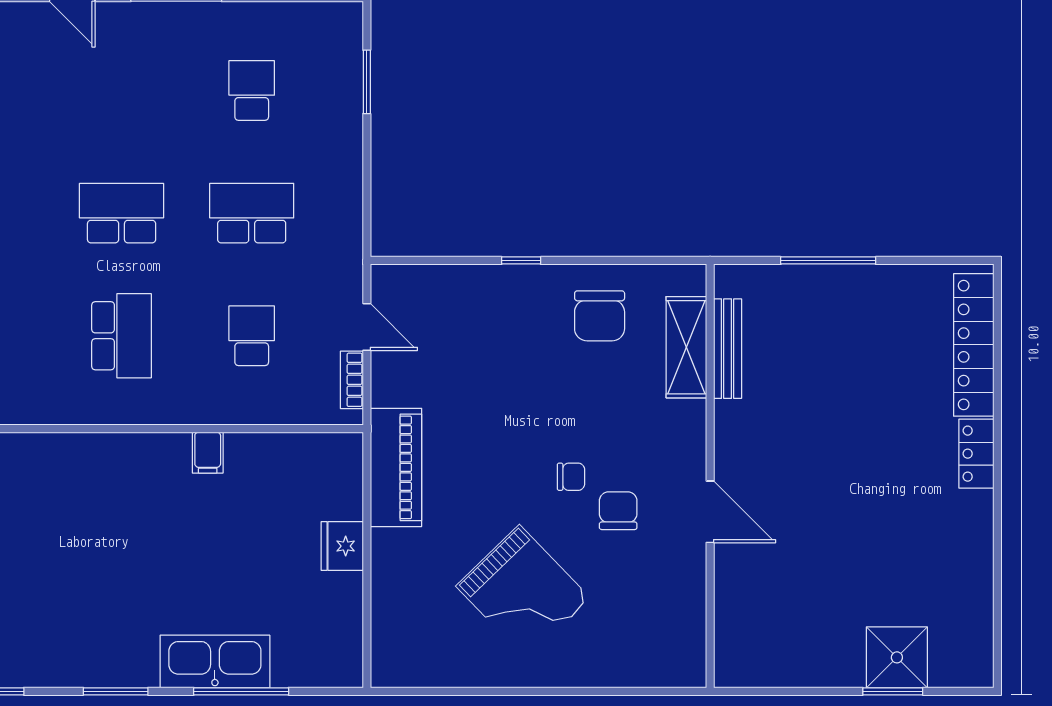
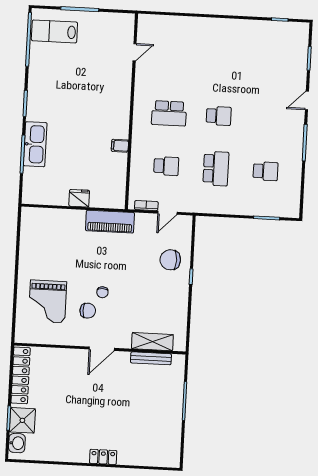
school desk: (122, 213) -> (219, 116), width x0.54
chair: (600, 316) -> (170, 260), moved
locker: (974, 345) -> (21, 375), moved, turned 90
door: (710, 512) -> (102, 349), moved
grand piano: (523, 592) -> (48, 302), moved, turned -46
washbasin: (954, 668) -> (17, 443), added

